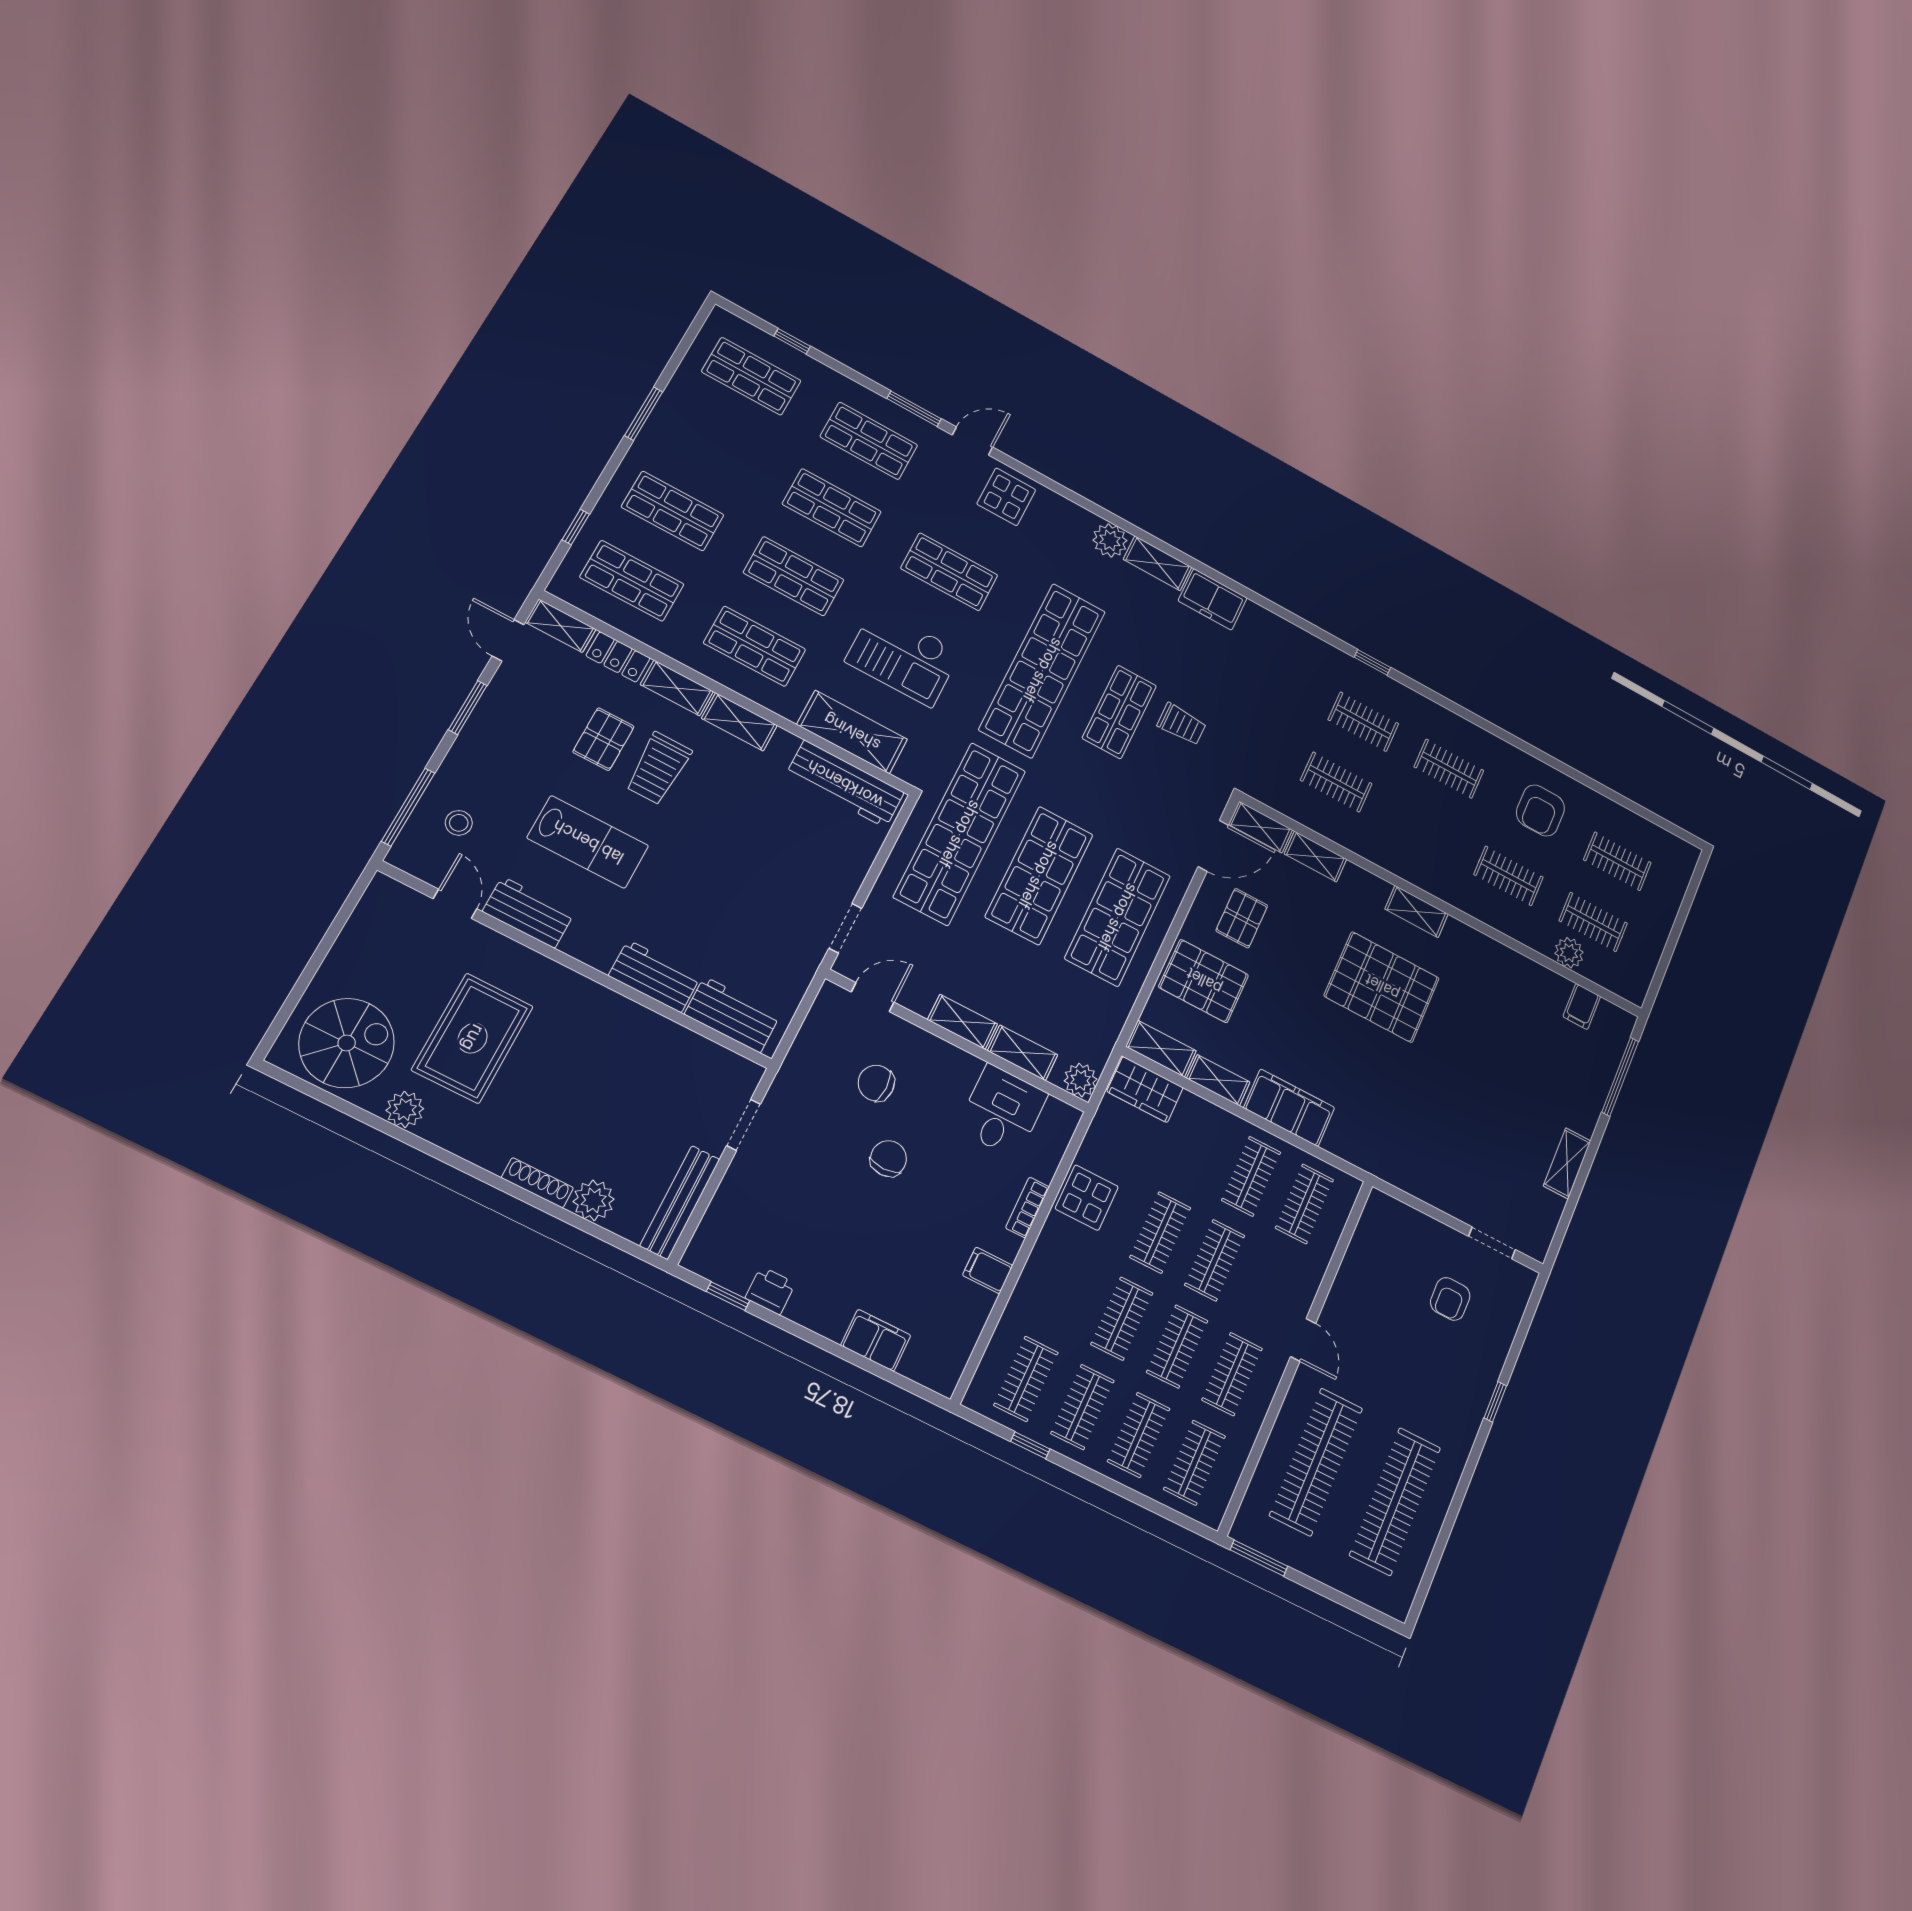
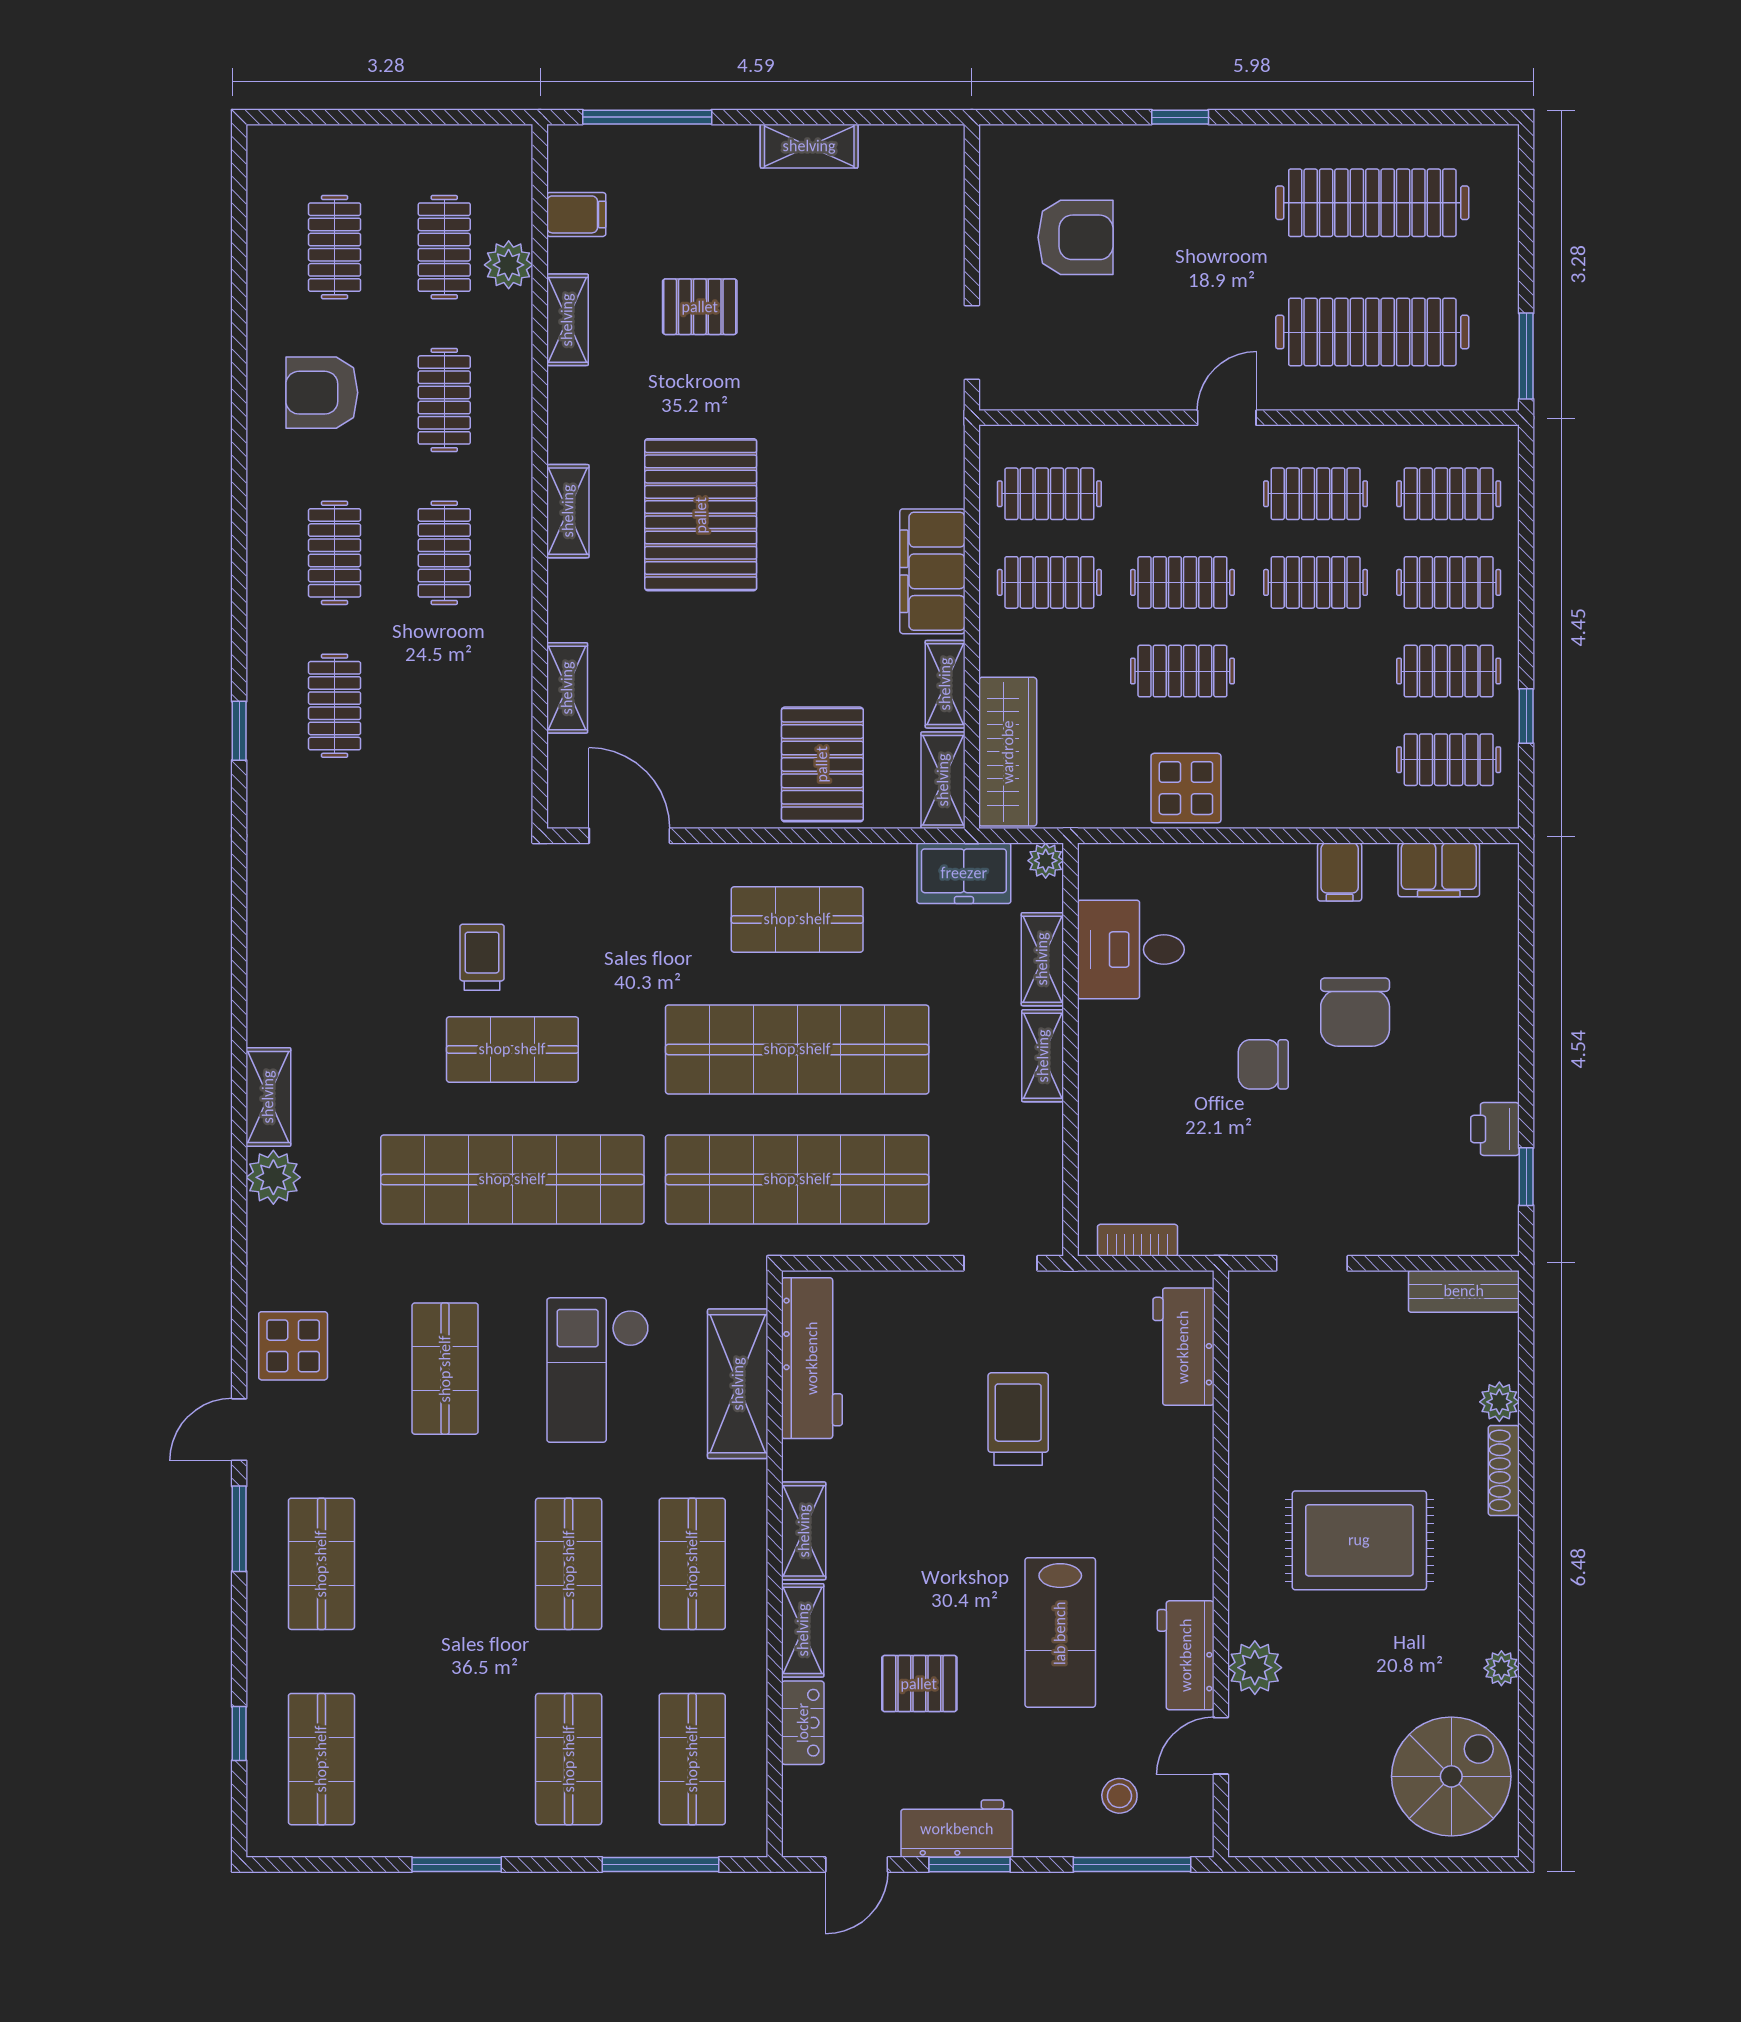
door: (972, 441) -> (239, 1430), hinge flipped
shop shelf: (832, 508) -> (445, 1564), removed
window: (576, 527) -> (661, 1864), width x2.17
freezer: (1213, 599) -> (964, 873), moved, turned 90
shelving: (560, 626) -> (802, 1813), removed
checkout: (903, 656) -> (598, 1370), turned 180
trolley: (658, 768) -> (1018, 1419), moved, turned -90
clothes rail: (1336, 782) -> (444, 553), moved
armchair: (1540, 810) -> (322, 393), turned 180
shelving: (1260, 827) -> (567, 320), moved
lab bench: (588, 842) -> (1060, 1633), turned 180
shop shelf: (1039, 875) -> (797, 1049), width x1.40
shop shelf: (1118, 917) -> (797, 919), width x0.70, depth x0.74
pallet: (1242, 918) -> (700, 307), moved
plant: (495, 952) -> (1255, 1668), added
workbench: (655, 976) -> (957, 1829), moved, turned 90
door: (873, 997) -> (1071, 1185), removed
rug: (473, 1038) -> (1359, 1540), moved
spiral stairs: (347, 1043) -> (1451, 1776), turned 90
plant: (1081, 1080) -> (1046, 861), width x0.73, depth x0.73
chair: (876, 1083) -> (1355, 1012), moved, width x1.37, depth x1.37
wardrobe: (1145, 1090) -> (1008, 752), width x1.50
plant: (405, 1109) -> (1501, 1668), width x0.73, depth x0.73
plant: (594, 1200) -> (1499, 1402), width x0.73, depth x0.73
bench: (680, 1202) -> (1464, 1291), width x0.73
bookcase: (1027, 1208) -> (1138, 1240), moved, turned 180
doorway: (1492, 1243) -> (972, 342), moved
armchair: (1450, 1299) -> (1076, 237), width x1.38, depth x1.38
clothes rail: (1122, 1319) -> (1316, 671), removed
filing cabinet: (876, 1340) -> (1439, 870), moved, turned -90

